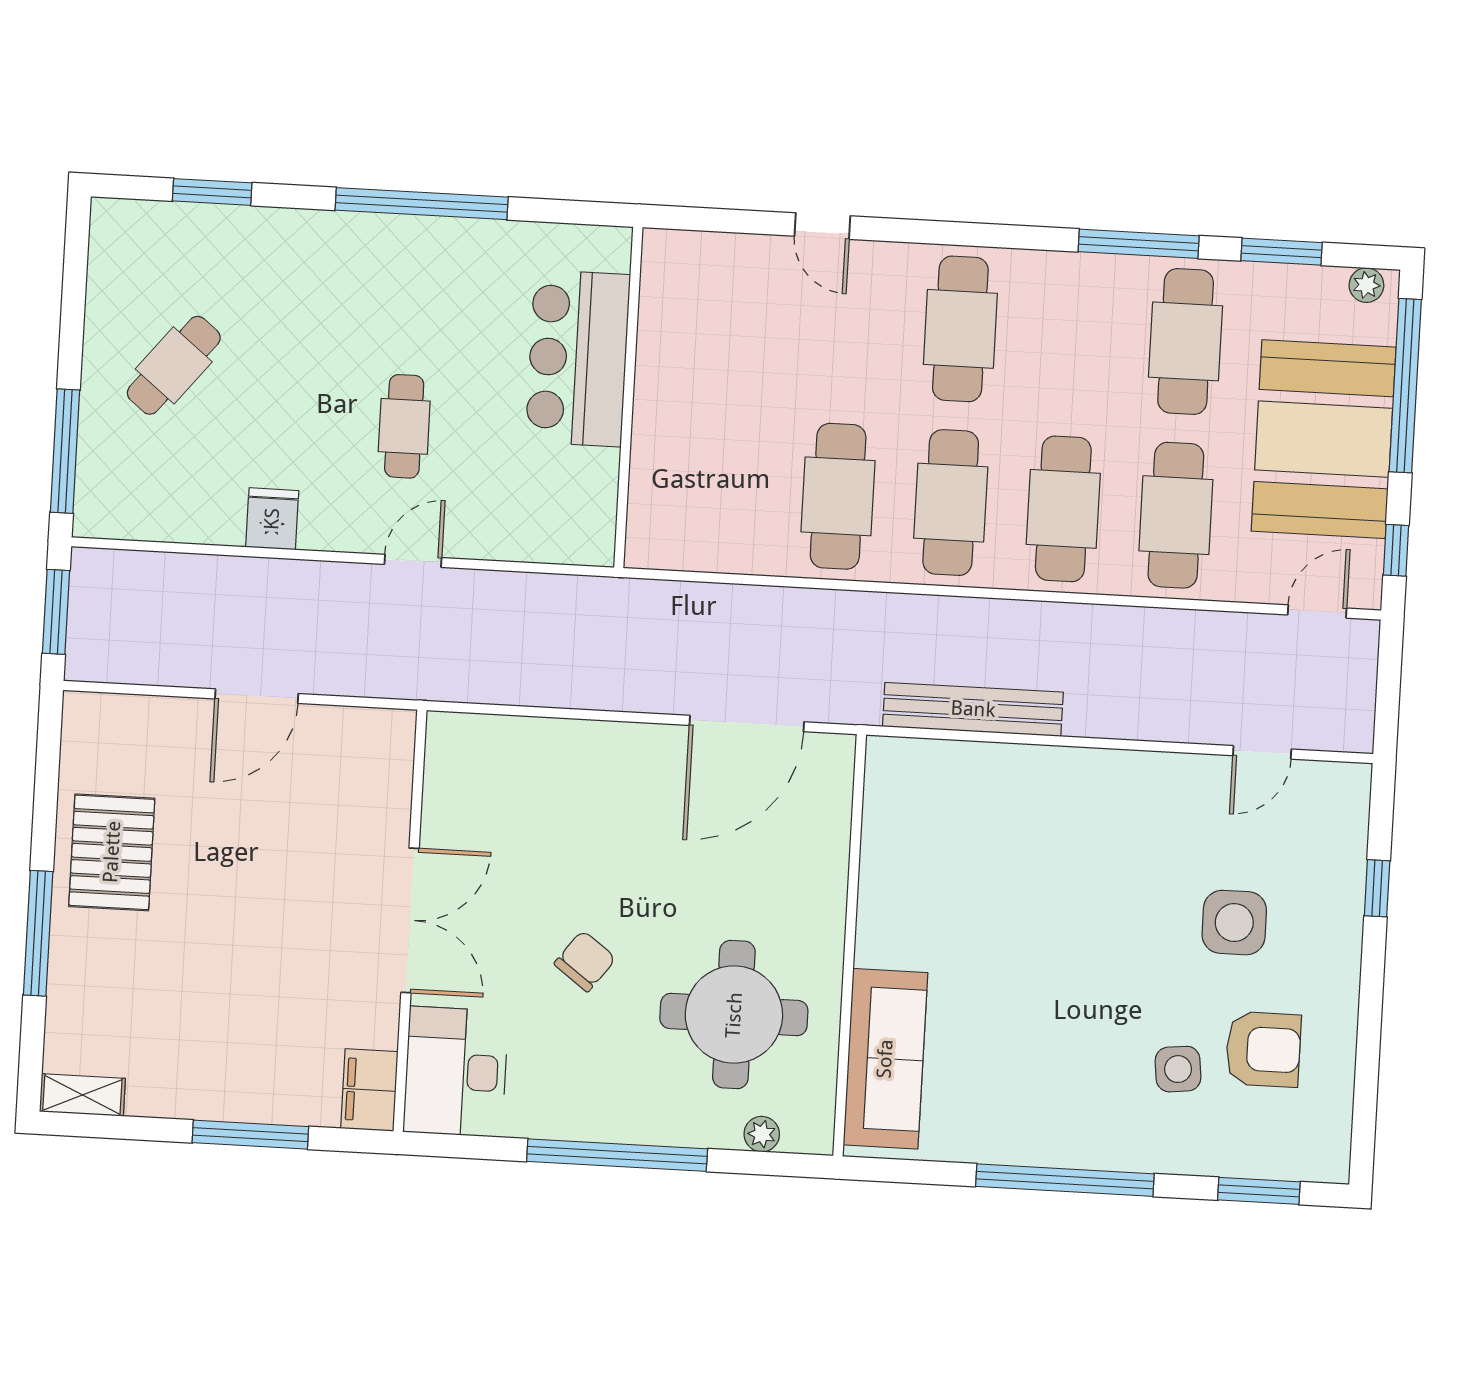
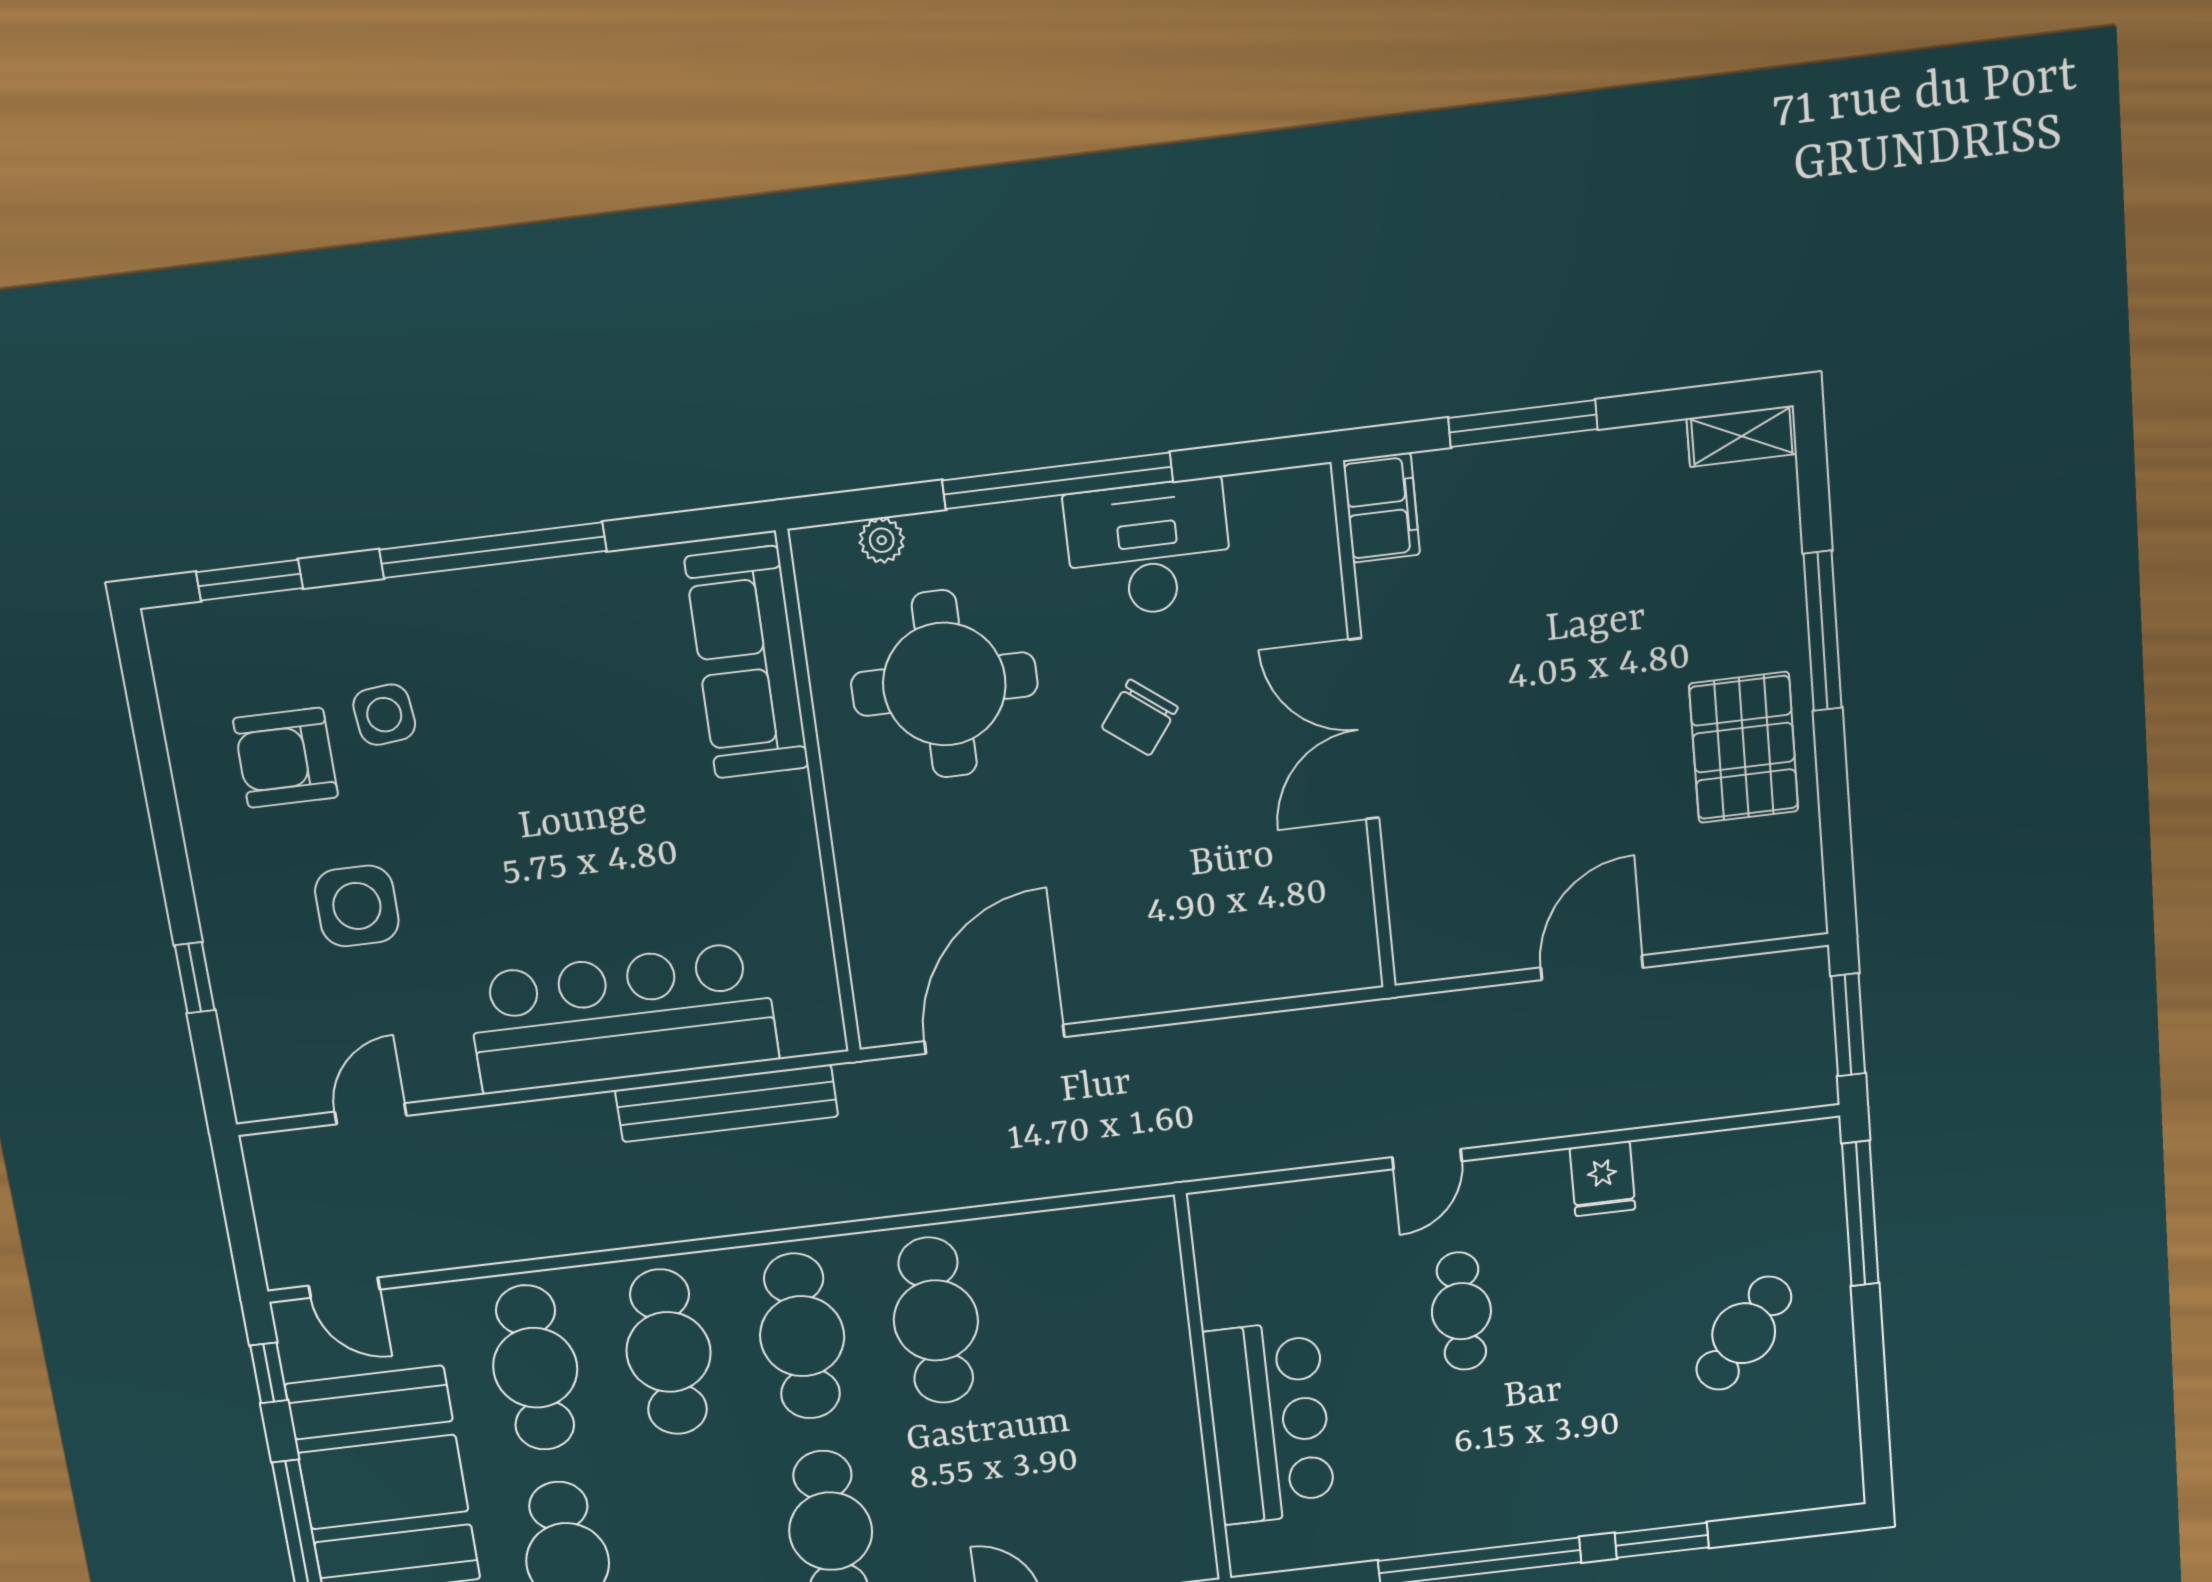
window: (212, 192) -> (1662, 1540), moved
door: (1317, 611) -> (344, 1288), hinge flipped
bar counter: (1042, 795) -> (622, 1018), added
desk: (456, 1072) -> (1149, 549), moved, turned -90

